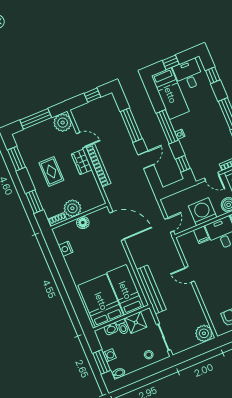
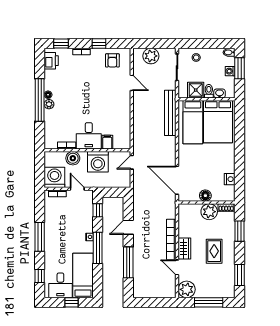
window: (92, 95) -> (151, 302), removed
door: (190, 274) -> (132, 83), moved
plant: (204, 333) -> (151, 56), moved

